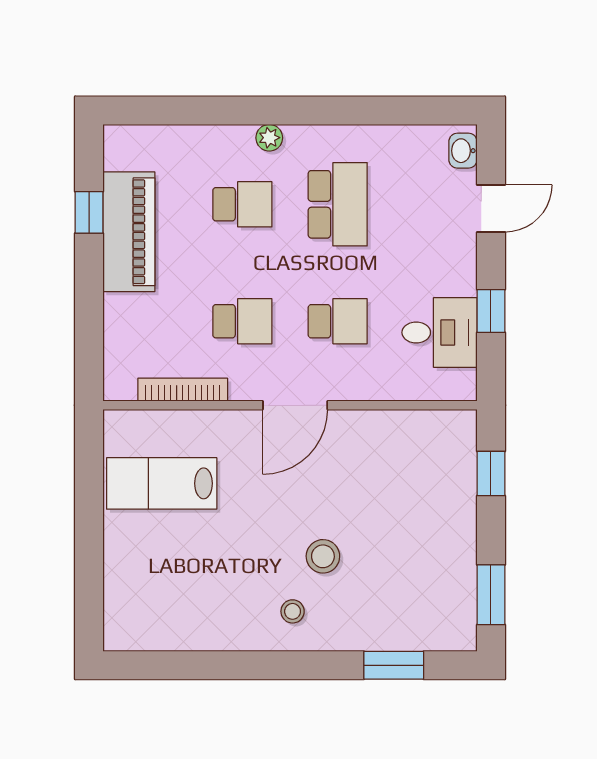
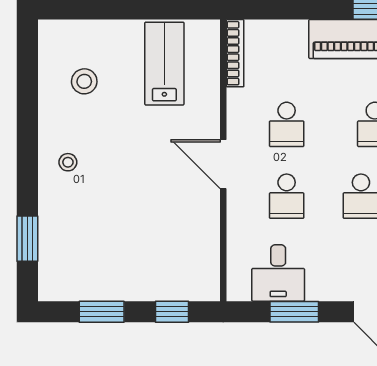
window: (491, 311) -> (294, 312), width x1.50
bookcase: (183, 390) -> (235, 53), moved
stool: (323, 556) -> (84, 81), moved
window: (491, 595) -> (102, 312), moved

